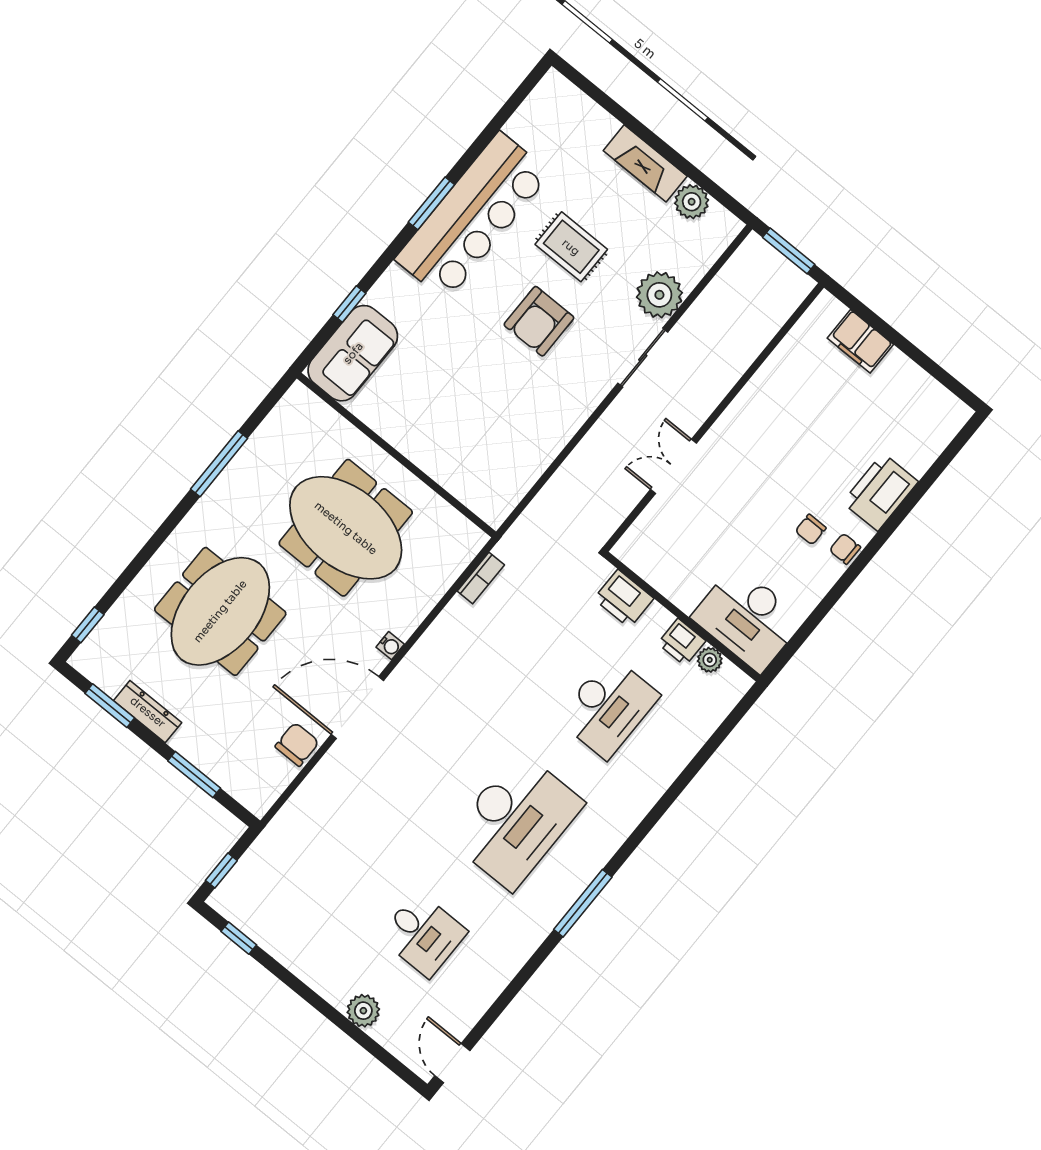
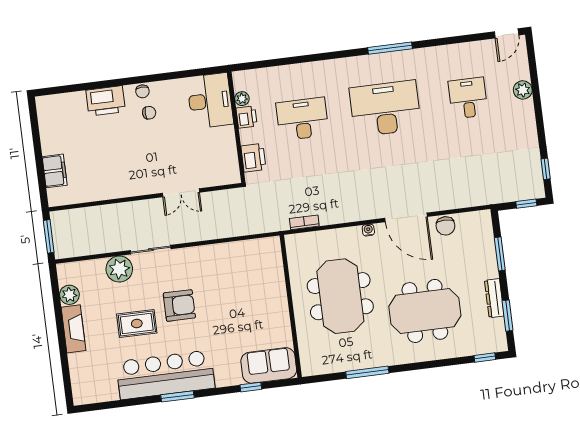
rug: (571, 247) -> (137, 324), turned 90
chair: (297, 744) -> (445, 226), turned -90

